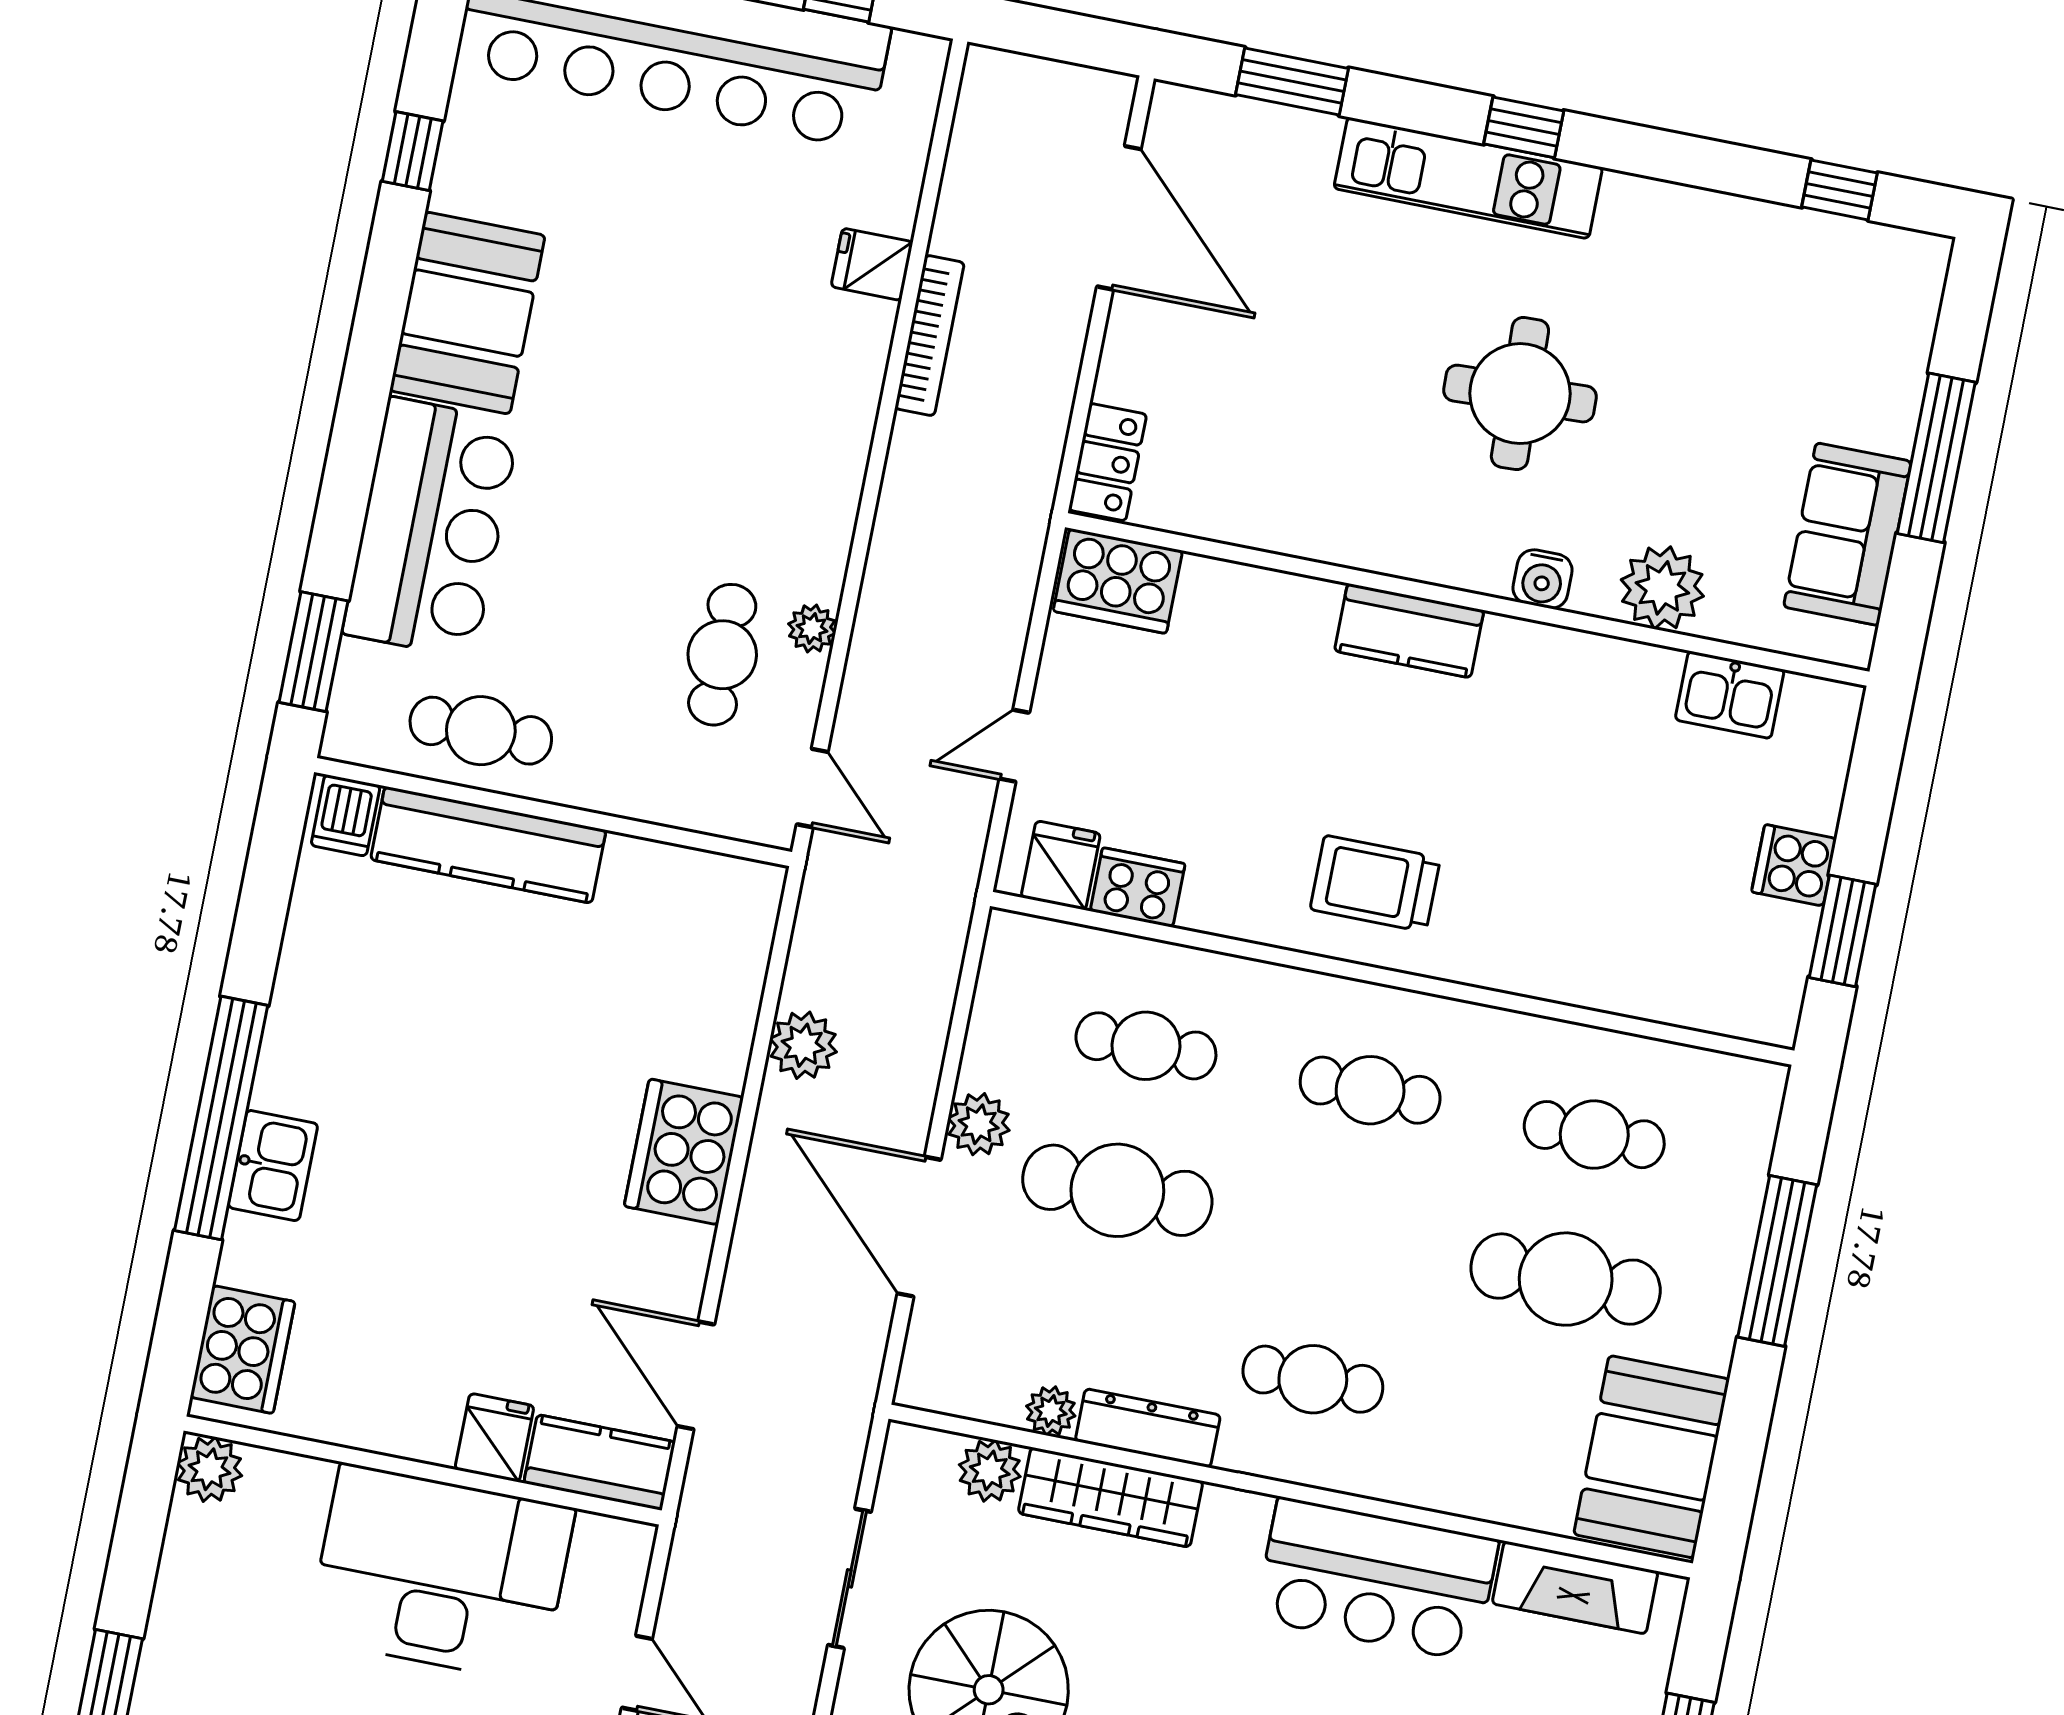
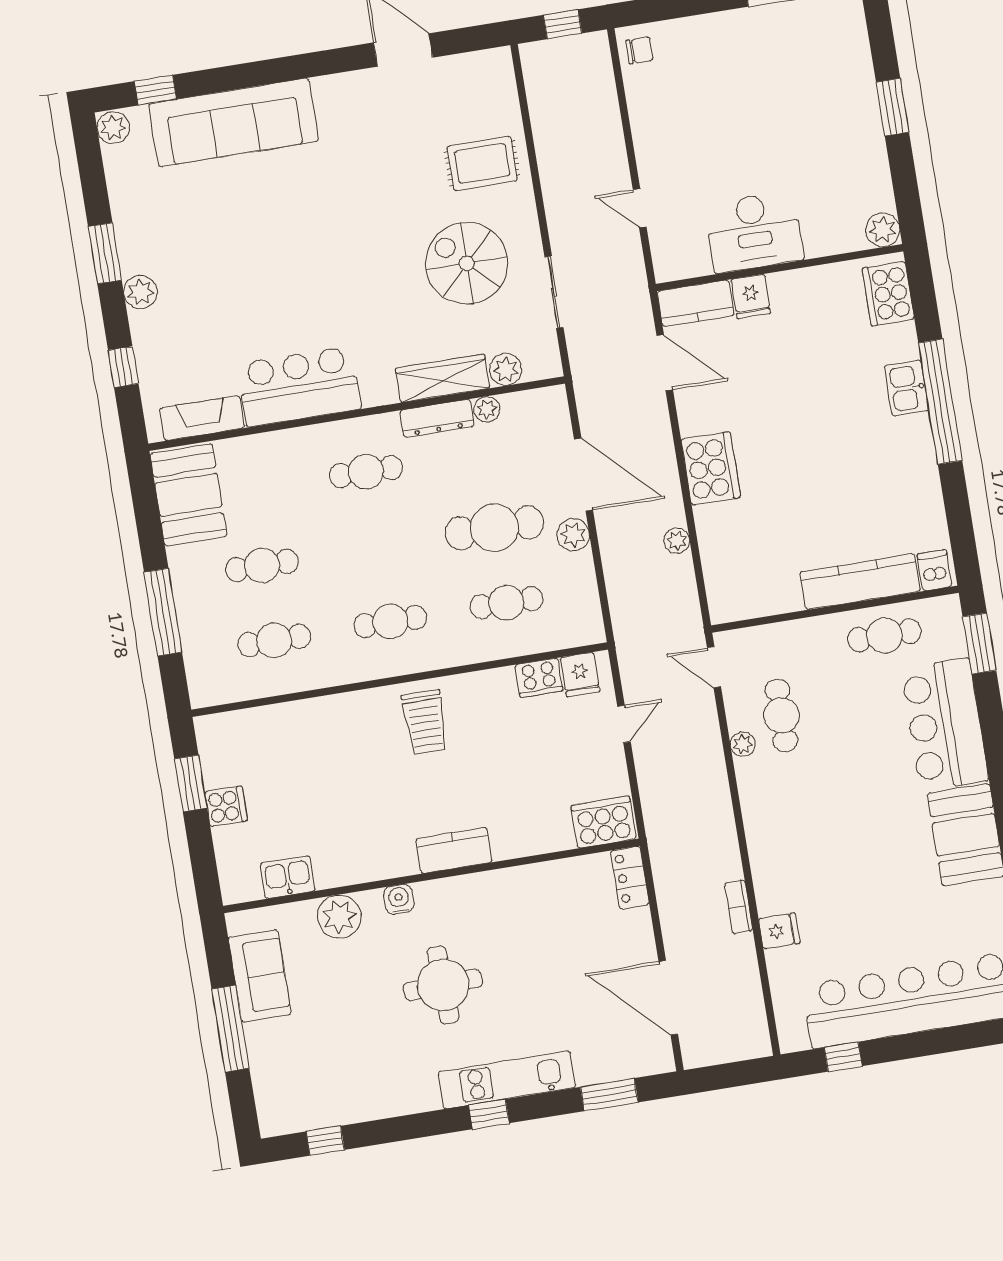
bookcase: (930, 336) -> (739, 907), width x0.64
trolley: (1375, 884) -> (425, 722), turned 90
plant: (803, 1045) -> (677, 541), width x0.73, depth x0.73
cafe table: (1566, 1279) -> (262, 565), width x0.73, depth x0.74
desk: (441, 1573) -> (754, 232), width x0.73, depth x0.77

